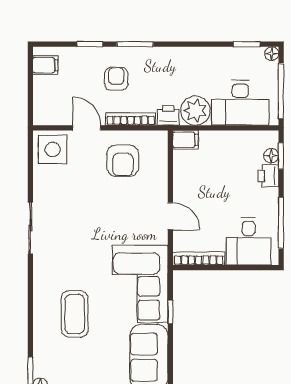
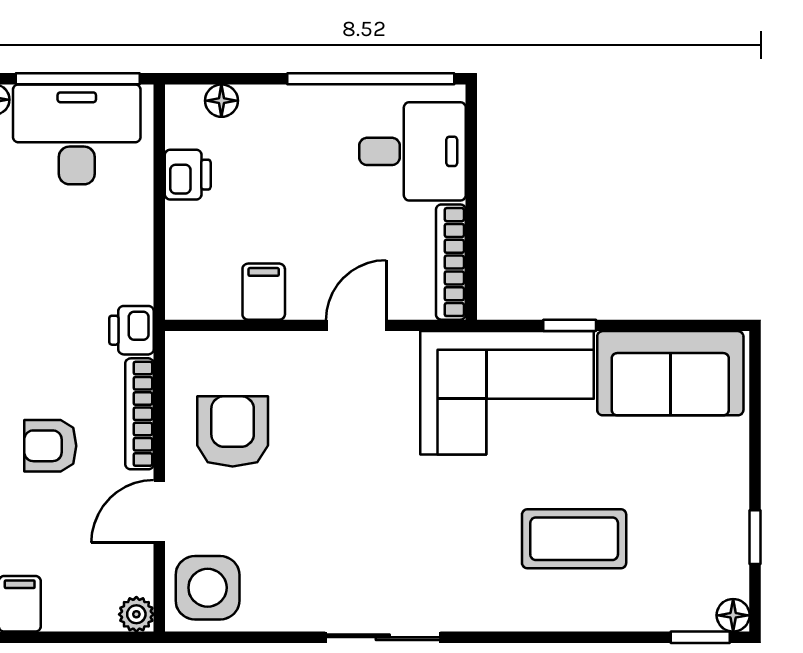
desk: (240, 103) -> (77, 134), moved, turned -90
plant: (195, 111) -> (136, 614), moved, width x0.53, depth x0.53
filing cabinet: (185, 140) -> (264, 292), moved
window: (281, 156) -> (222, 79), removed
armchair: (123, 161) -> (233, 431), turned -90
printer: (268, 176) -> (188, 175), moved, turned -90
window: (281, 223) -> (371, 79), width x1.46

